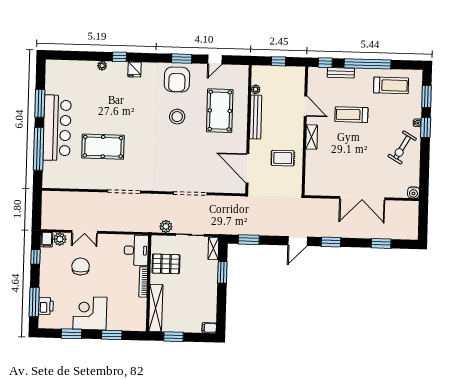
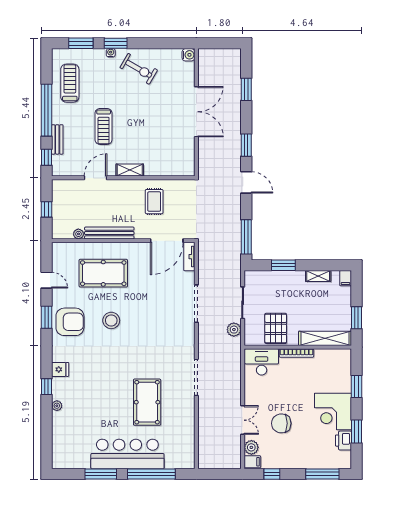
tv unit: (232, 188) -> (189, 257), added
window: (249, 240) -> (246, 237), width x1.44
shelving: (213, 248) -> (318, 276), moved
printer: (46, 306) -> (343, 441), moved, turned -90

